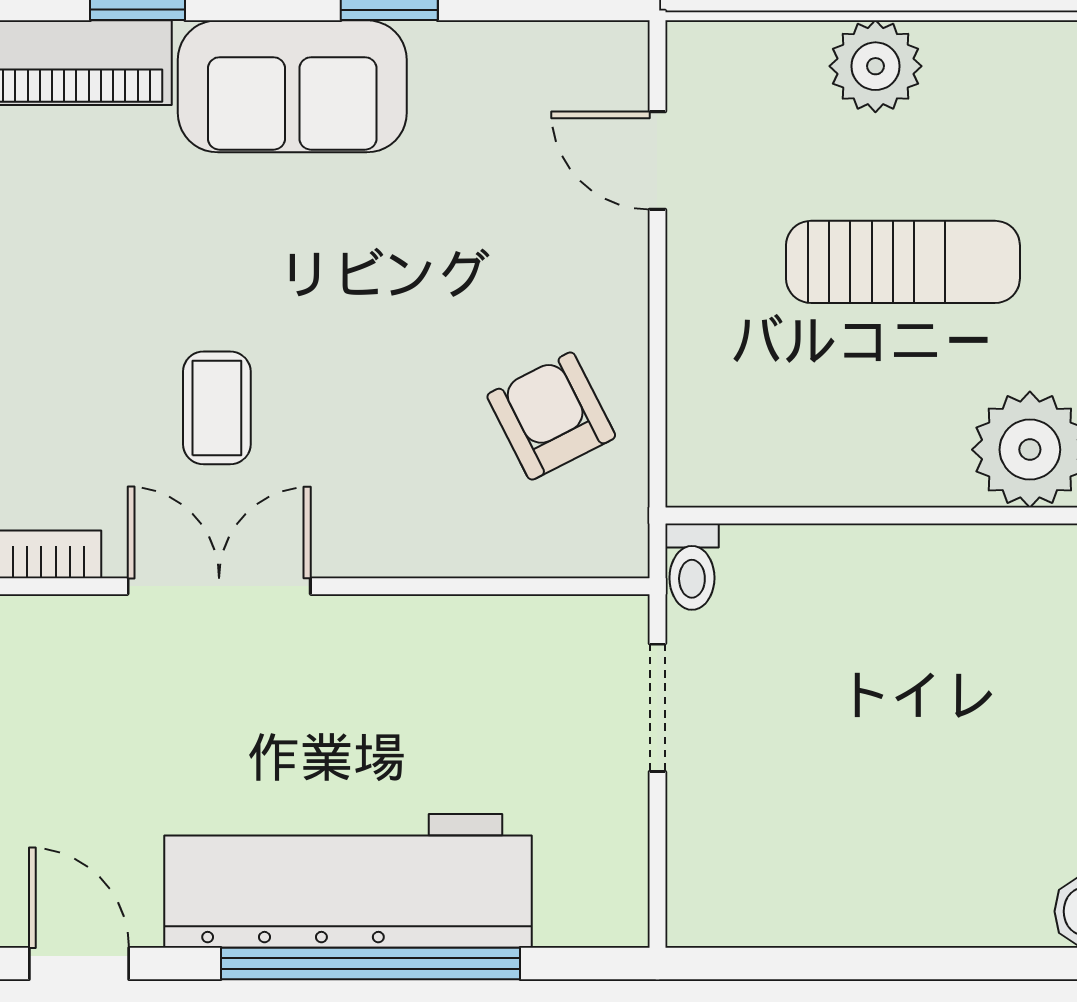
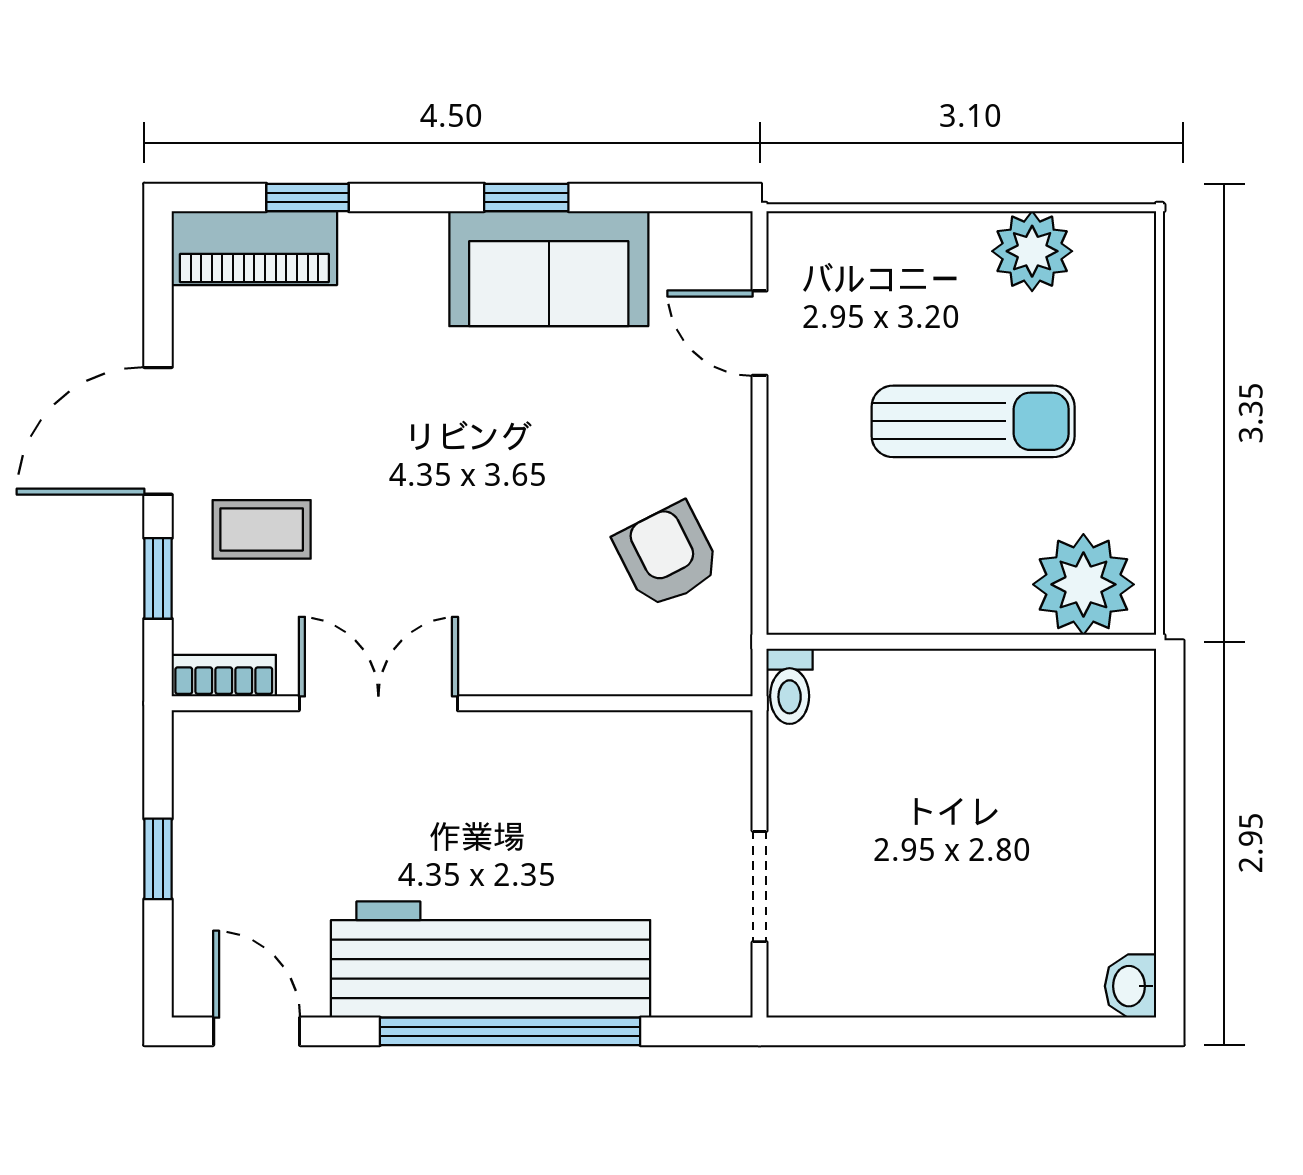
plant: (875, 66) -> (1032, 251), moved
sofa: (292, 86) -> (549, 269), moved
coffee table: (217, 408) -> (262, 529), moved, turned 90
doorway: (657, 708) -> (760, 887), moved

